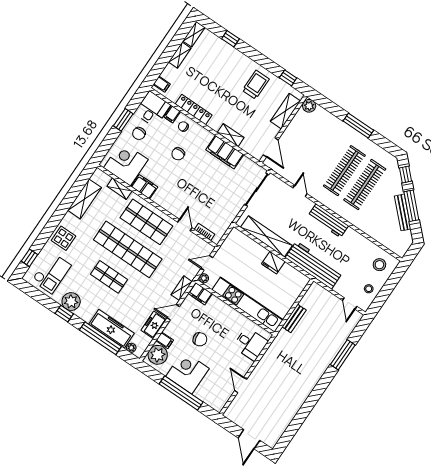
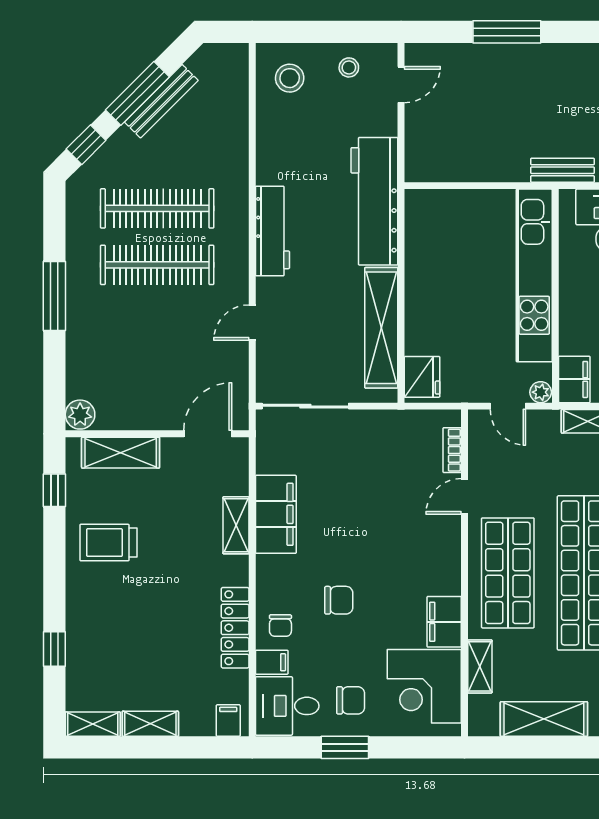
fridge: (273, 263) -> (422, 377), moved
bench: (294, 318) -> (563, 170), moved

